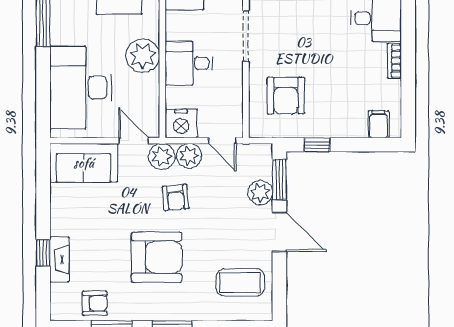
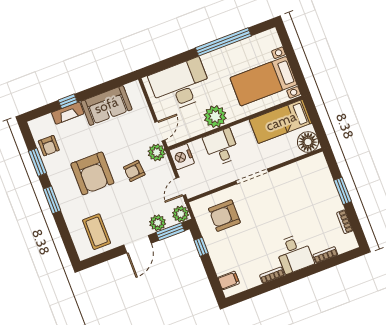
plant: (189, 156) -> (181, 214), moved
sofa: (84, 163) -> (106, 105), moved, turned -90

